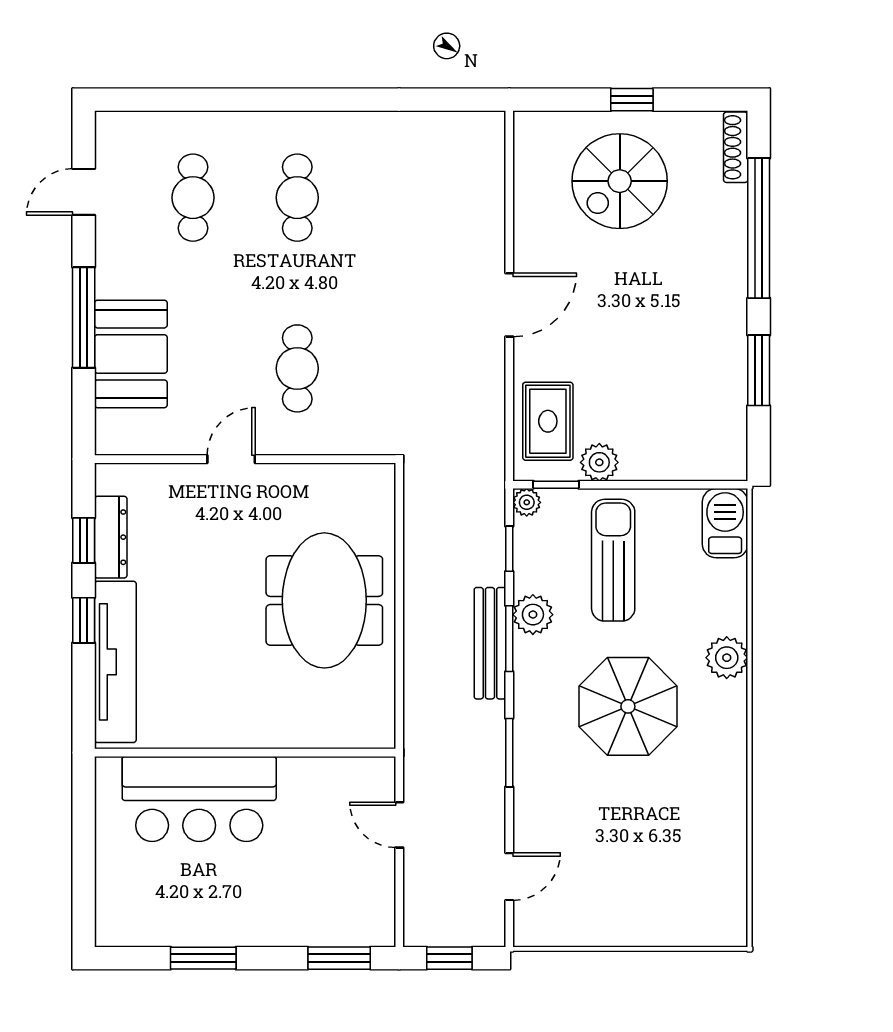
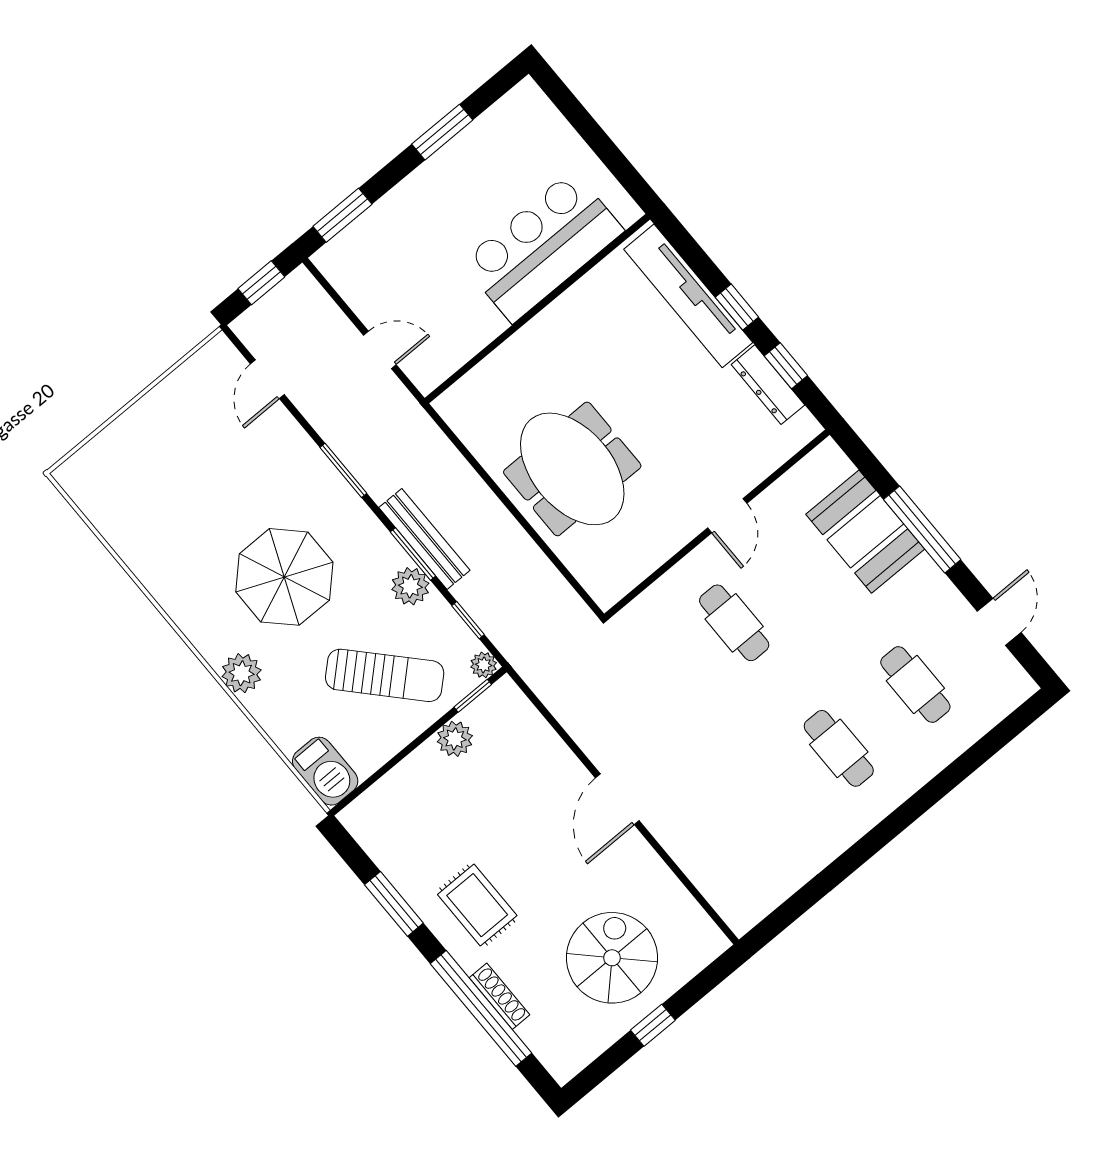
shoe rack: (736, 147) -> (500, 996), moved
rug: (548, 421) -> (477, 905), moved
sun lounger: (613, 560) -> (385, 675), turned -43

